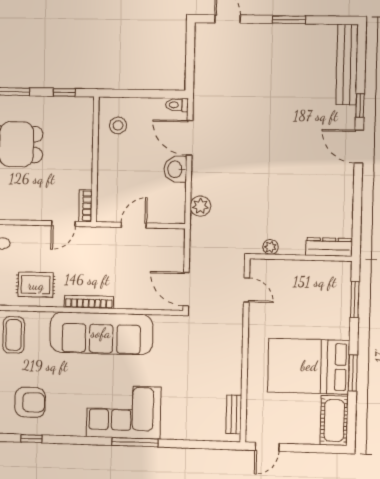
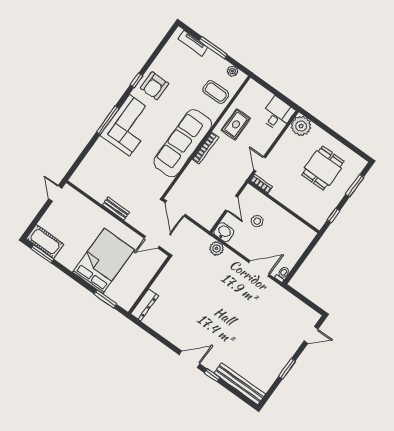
stool: (118, 125) -> (257, 221), moved
washbasin: (175, 169) -> (224, 232), moved
plant: (271, 247) -> (167, 272), removed
door: (186, 289) -> (175, 208), swing flipped
bed: (309, 366) -> (103, 261), moved
window: (353, 373) -> (42, 254), moved
armchair: (30, 402) -> (154, 86), moved
bench: (234, 414) -> (116, 209), moved
window: (31, 439) -> (136, 80), moved

